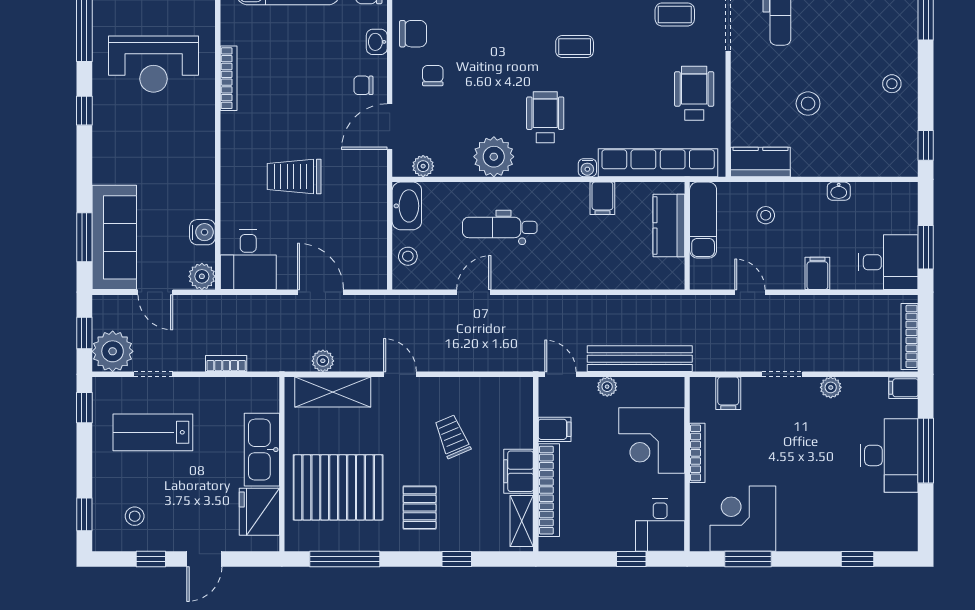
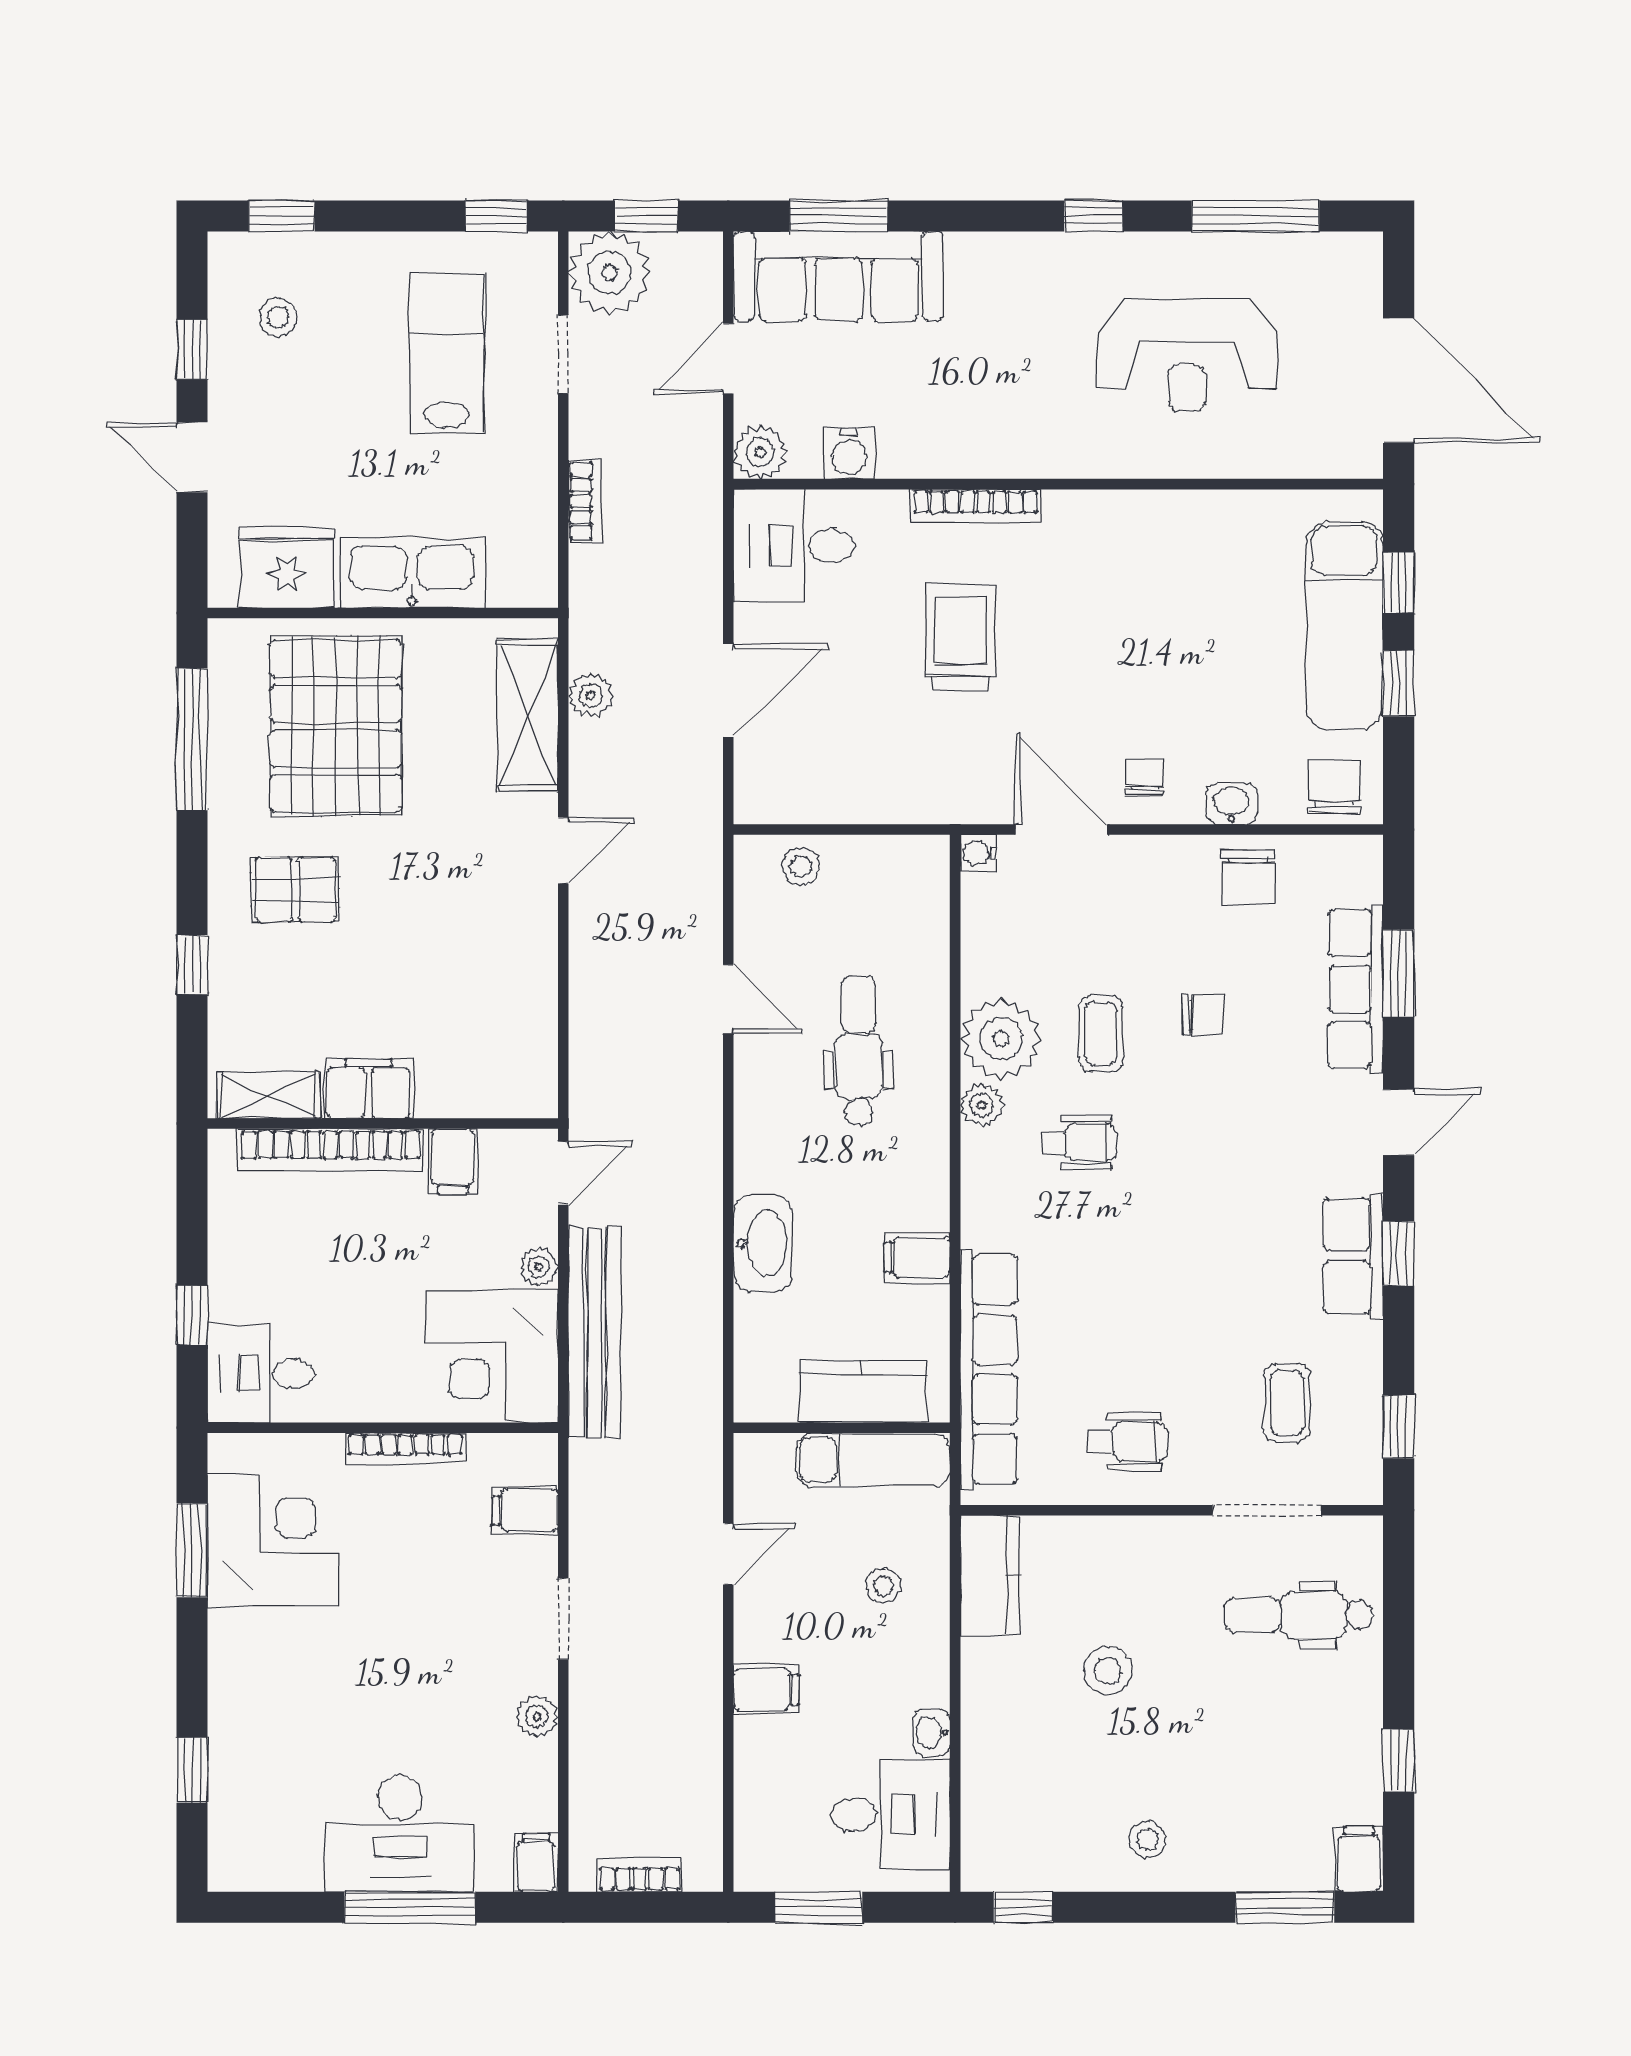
coffee table: (575, 47) -> (1101, 1034), moved
reception desk: (154, 64) -> (1187, 355), turned -90
chair: (433, 76) -> (1203, 1014), moved
bookcase: (229, 78) -> (976, 506), moved
wheelchair: (694, 93) -> (1128, 1442), width x0.73, depth x0.73
wheelchair: (545, 117) -> (1080, 1142), width x0.73, depth x0.73
plant: (423, 166) -> (982, 1105), moved
water cooler: (587, 168) -> (979, 853), moved
washbasin: (407, 206) -> (763, 1243), moved, turned -90
desk: (888, 262) -> (890, 1815), moved, turned -90
bookcase: (909, 336) -> (639, 1875), width x0.64
trolley: (452, 437) -> (438, 955), removed
corner desk: (652, 440) -> (492, 1356), moved, turned -90

